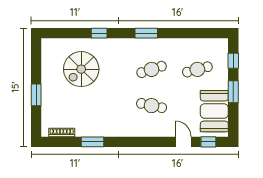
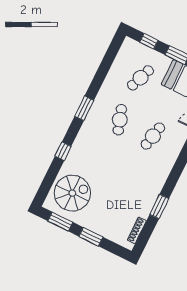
window: (36, 61) -> (60, 222), added
spiral stairs: (81, 69) -> (72, 193), moved, turned -90
cafe table: (197, 69) -> (141, 78), turned 36

